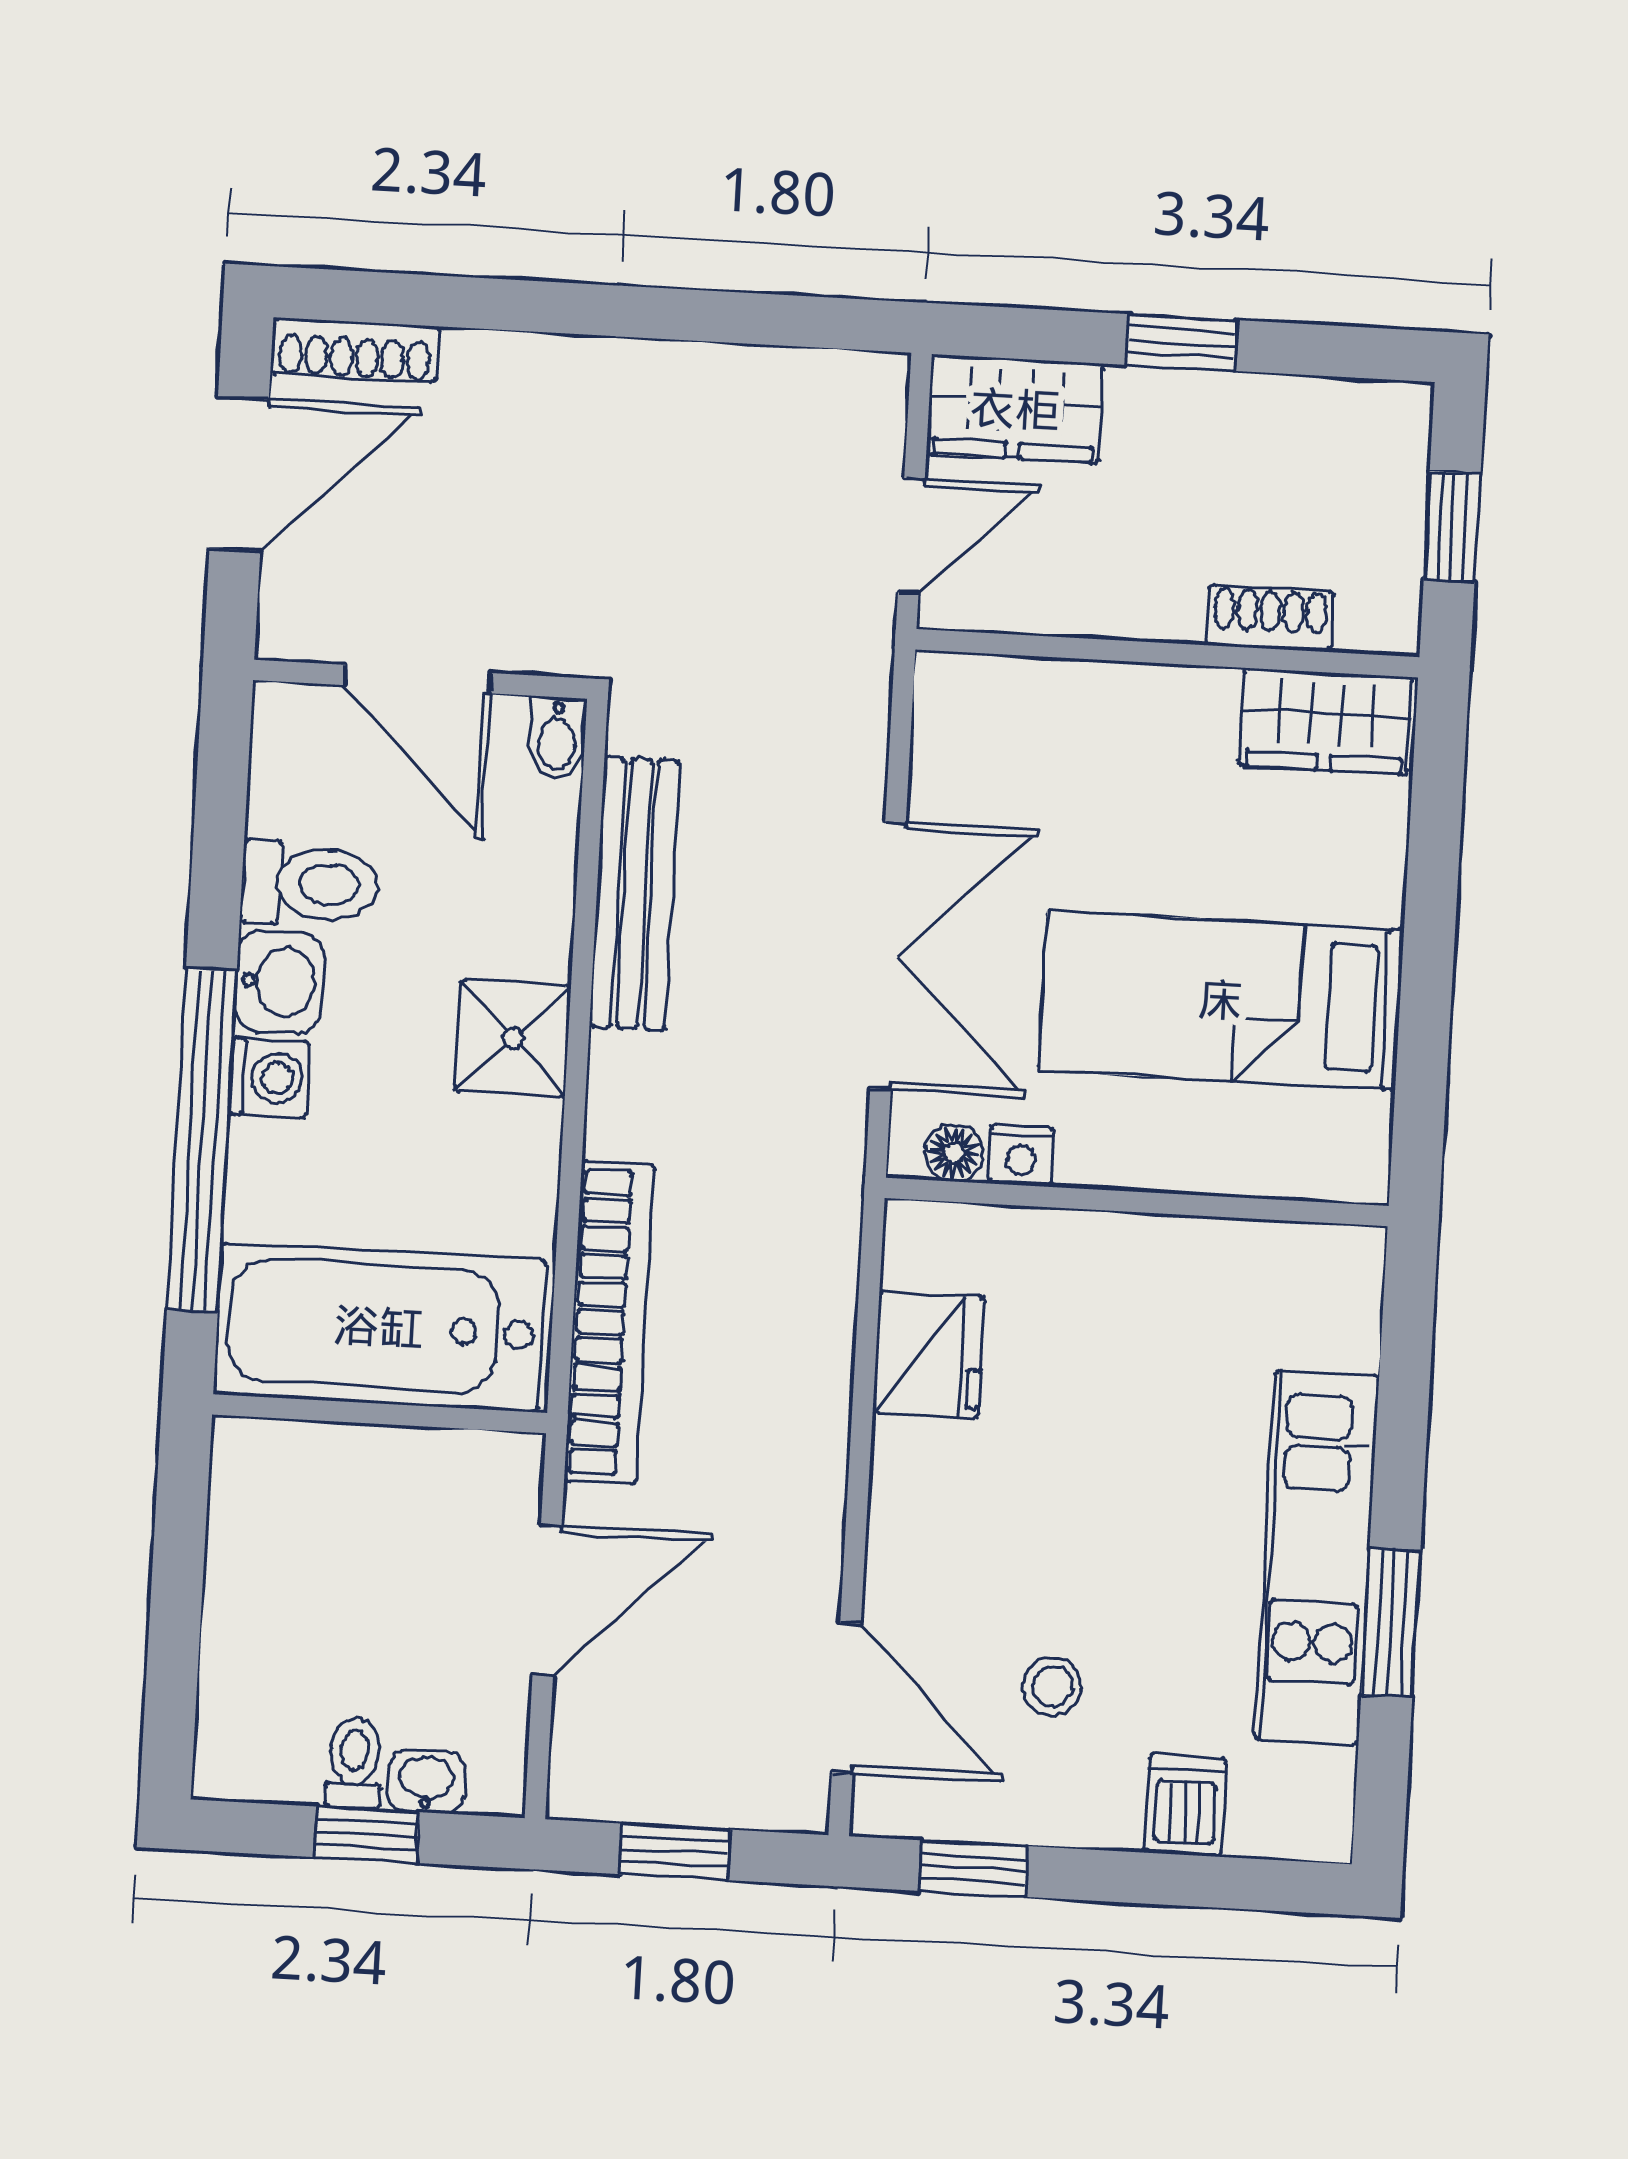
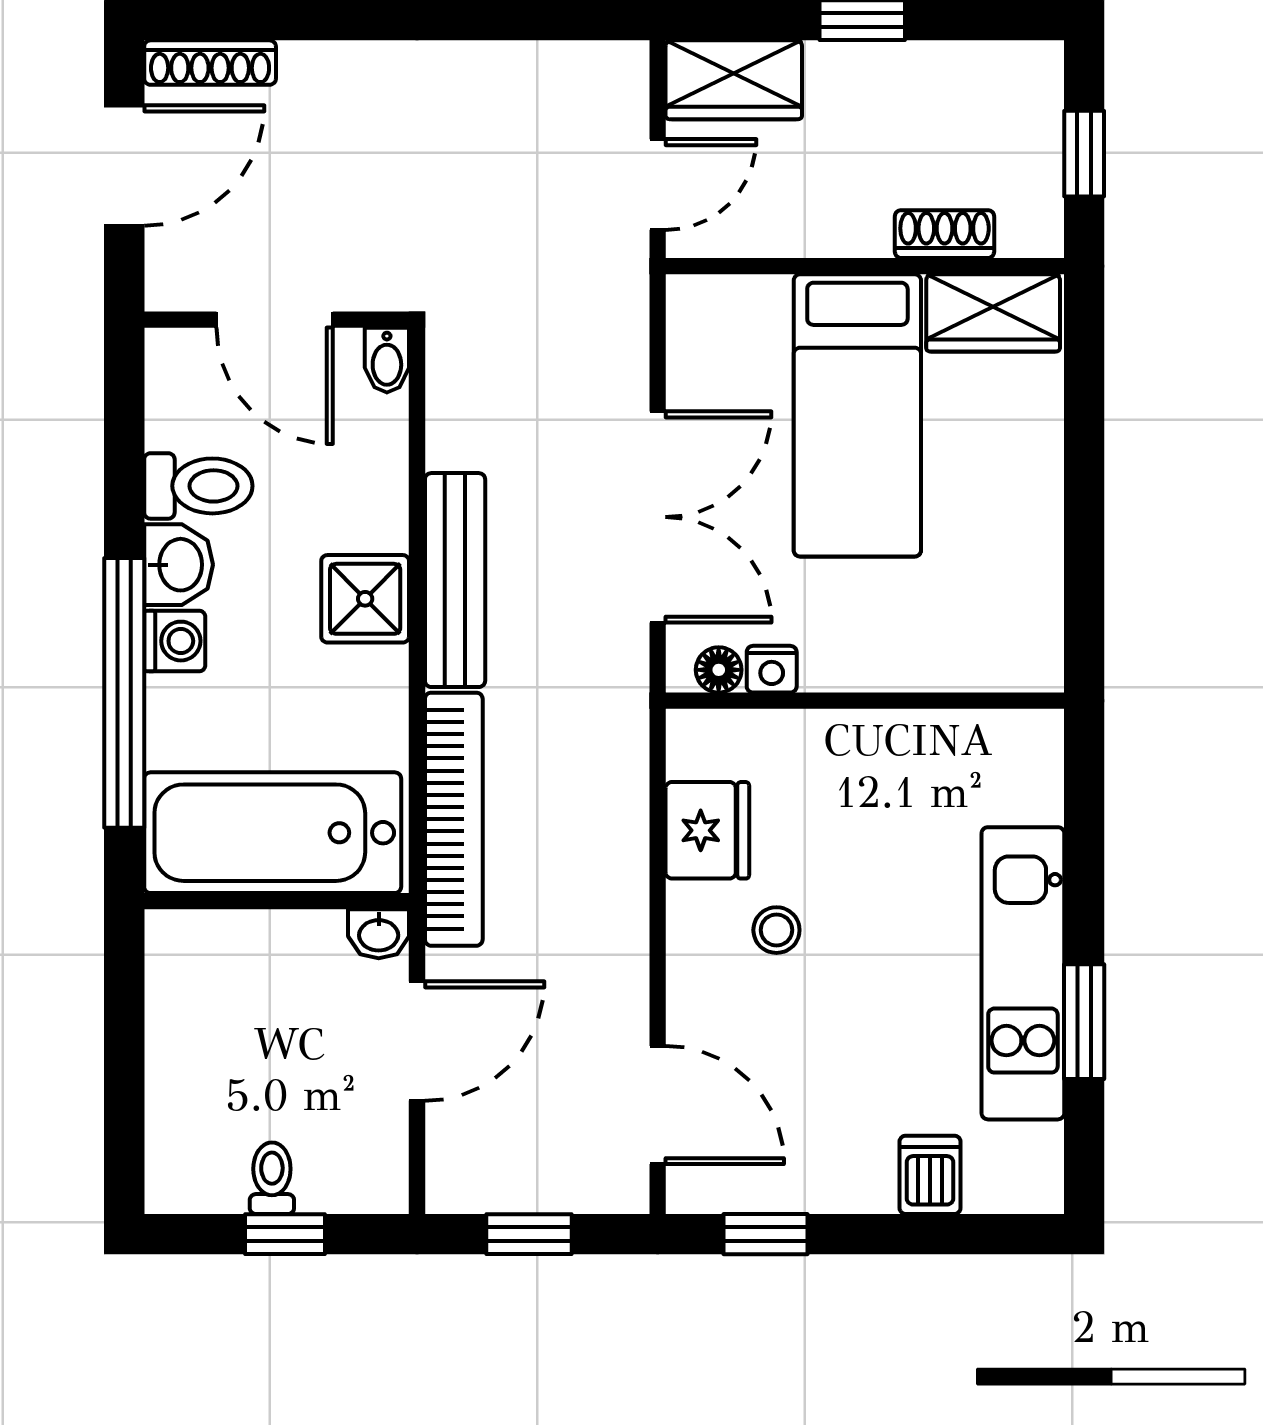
bench: (635, 894) -> (455, 580), moved
bed: (1221, 1000) -> (857, 415), moved, turned -90
stool: (1052, 1687) -> (776, 930), moved
washbasin: (426, 1782) -> (379, 934), moved, turned 180

